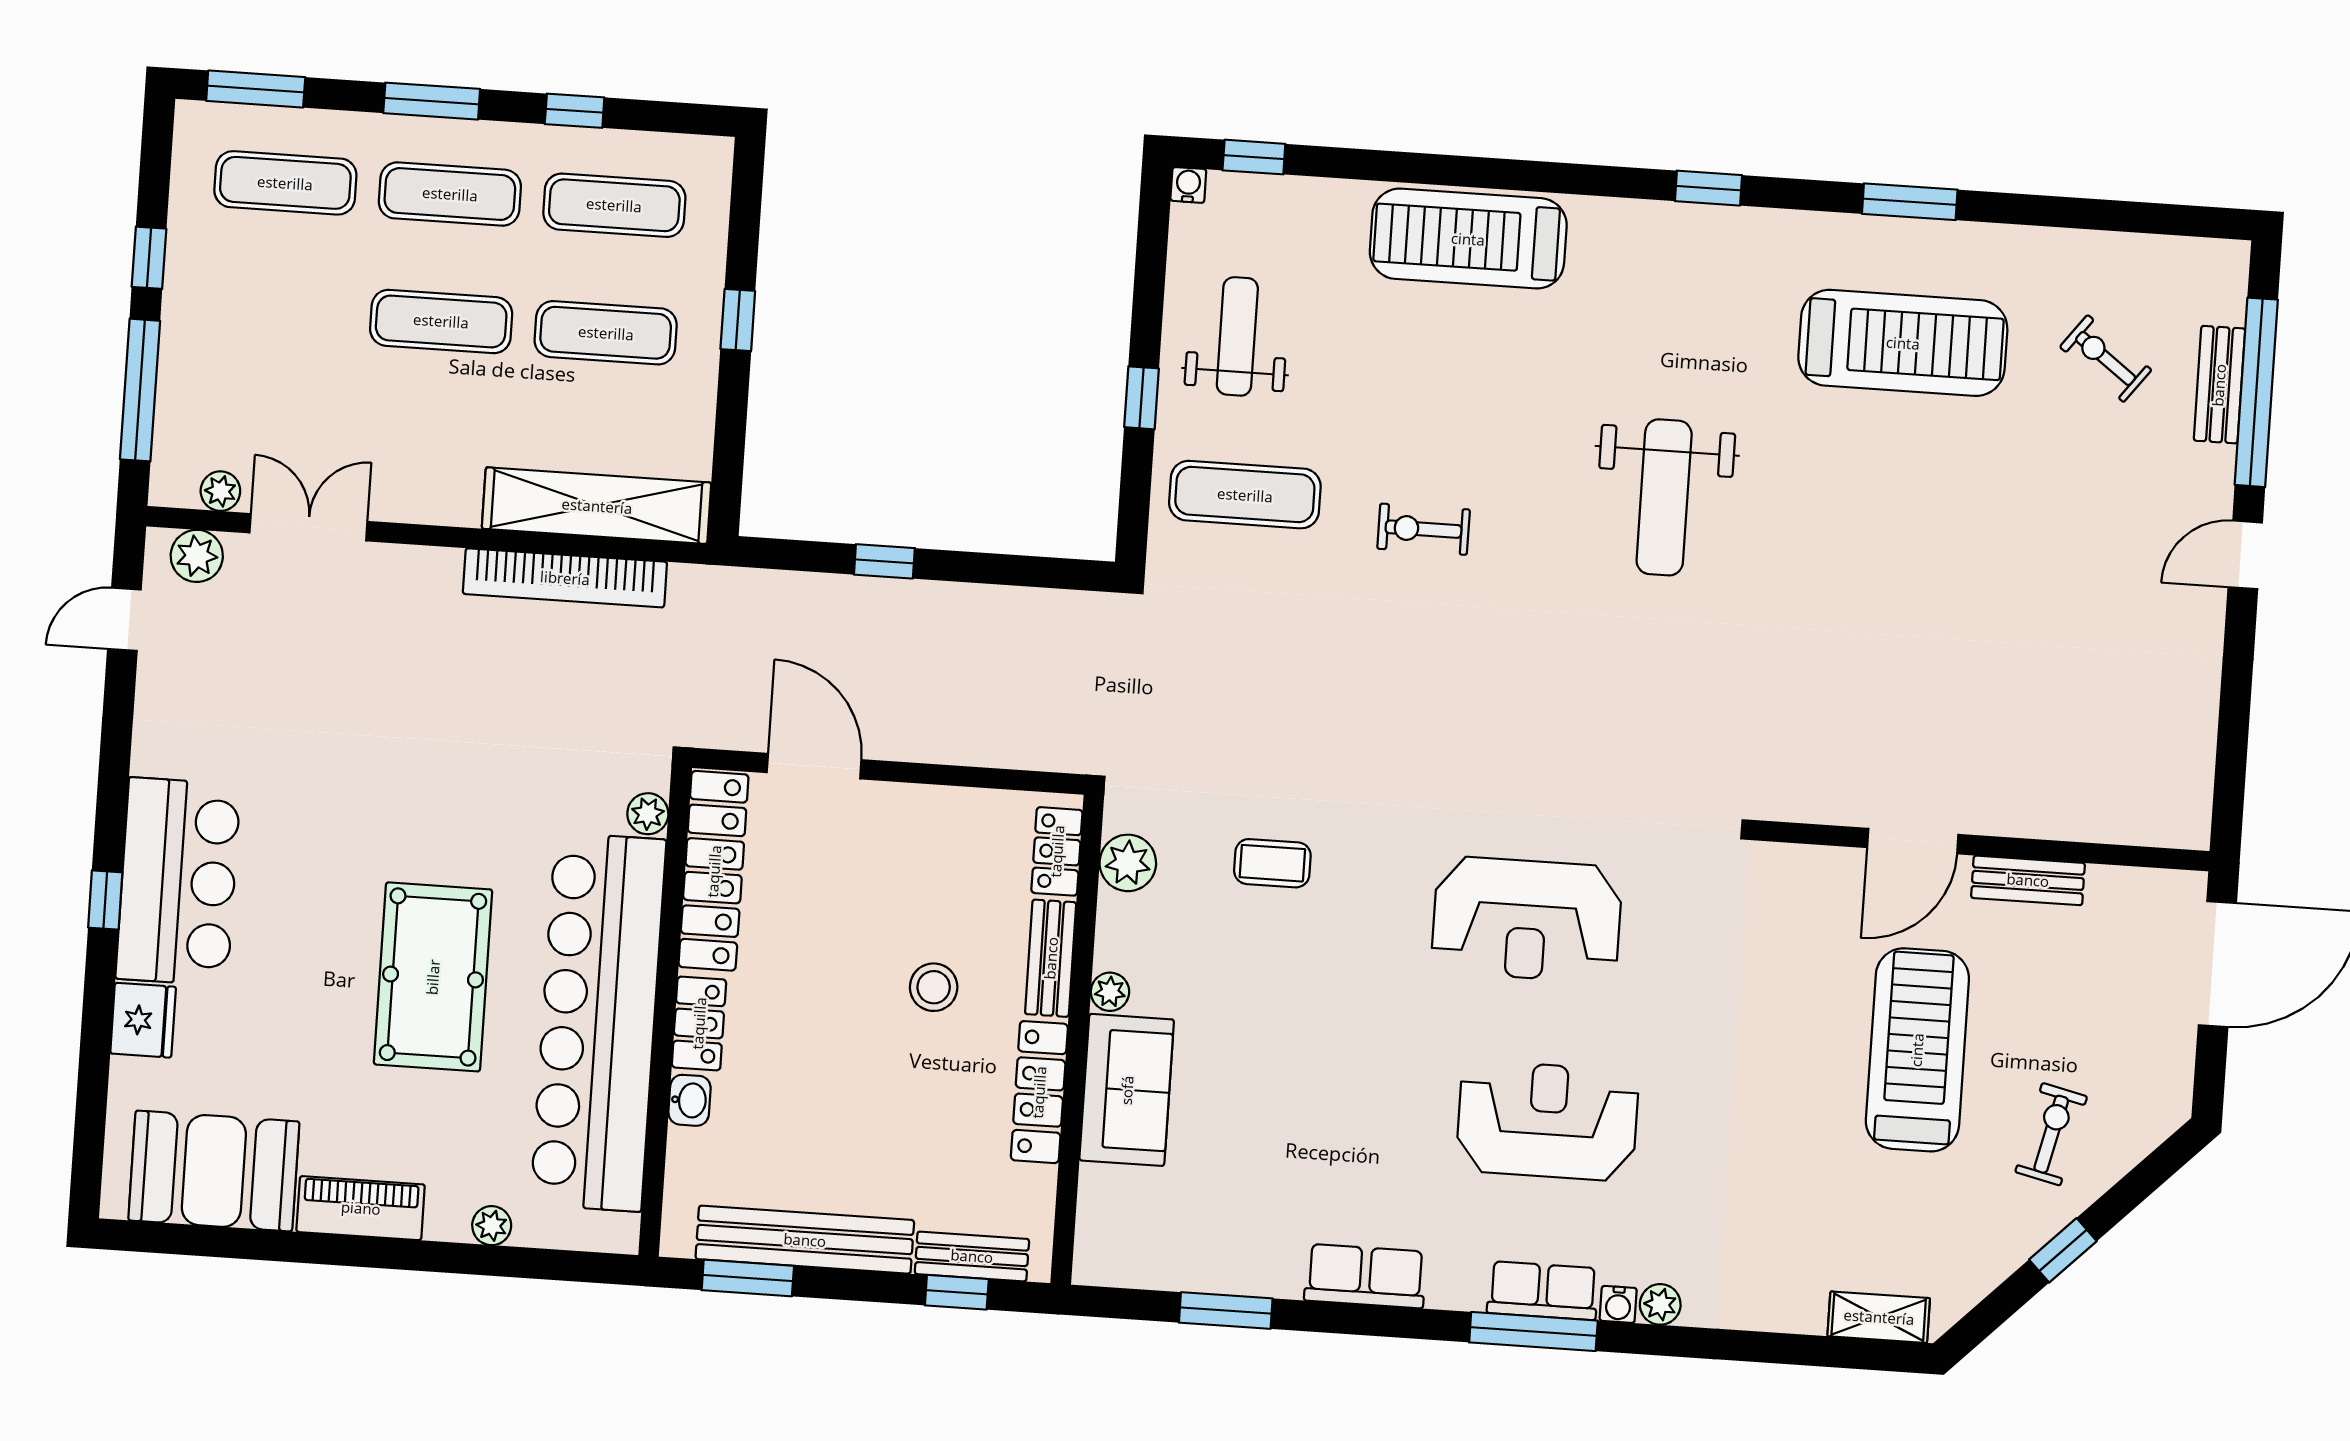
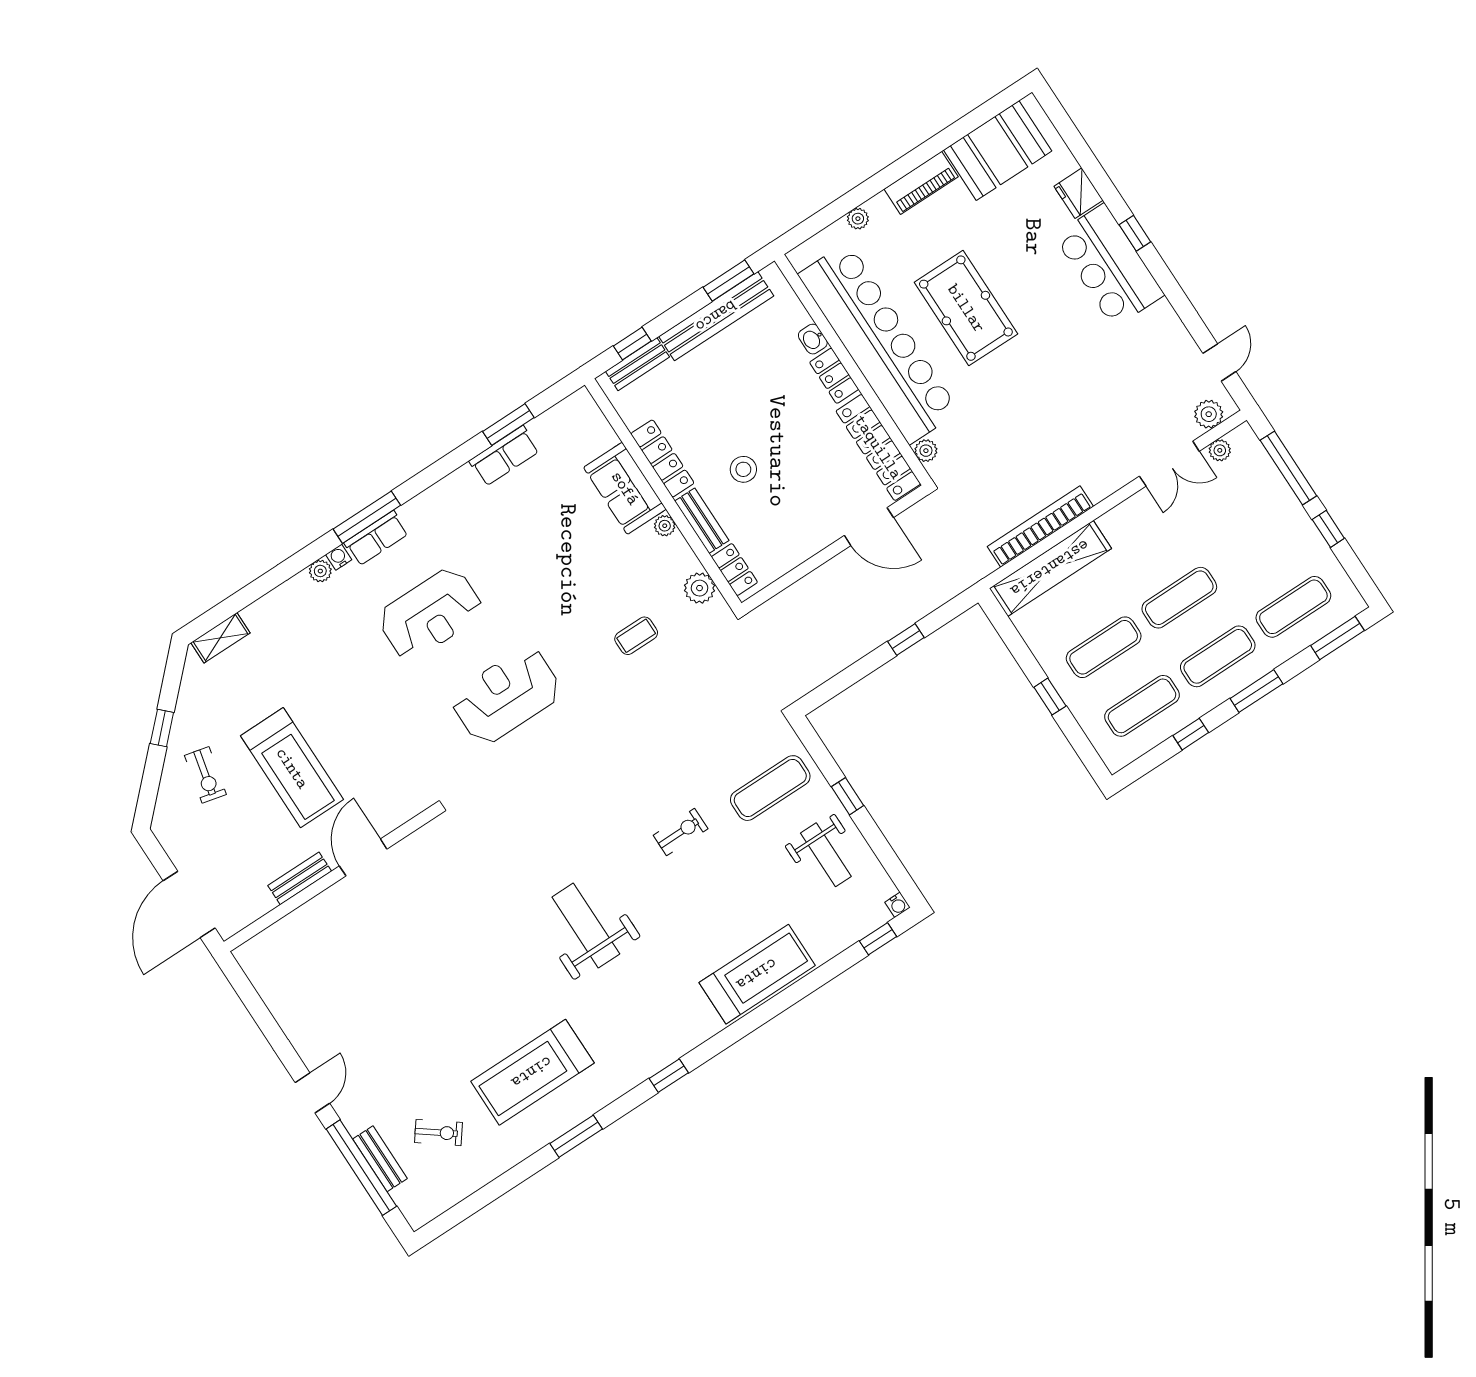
row of seats: (1365, 1276) -> (504, 456), moved

